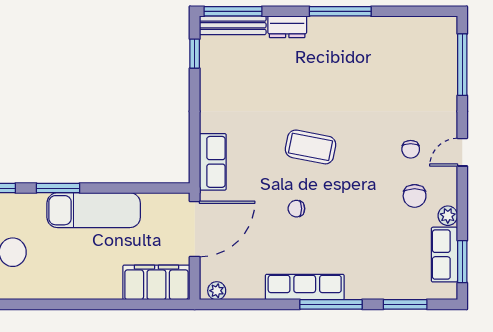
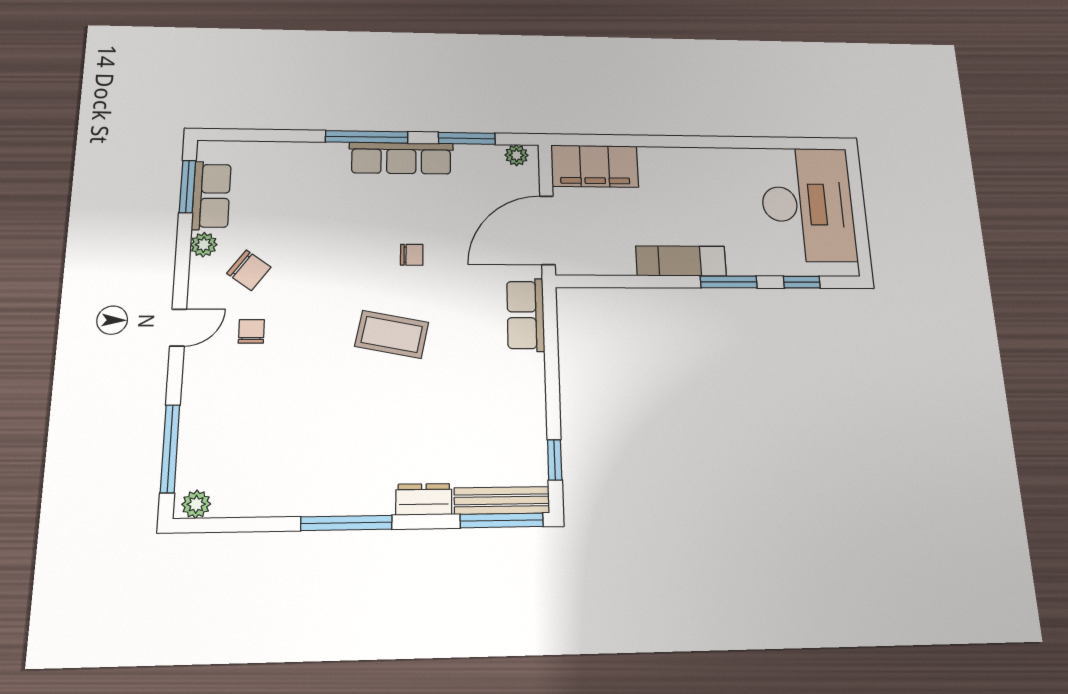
plant: (442, 26) -> (196, 504), added
chair: (415, 196) -> (249, 270), turned 126
exam couch: (94, 210) -> (681, 261), width x0.73, depth x0.69
window: (405, 304) -> (467, 138), moved

